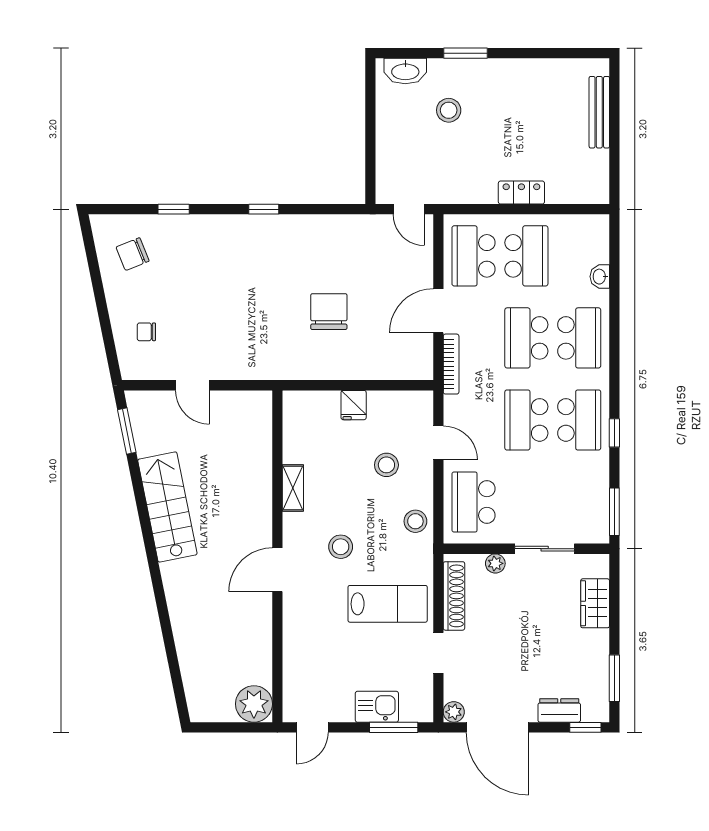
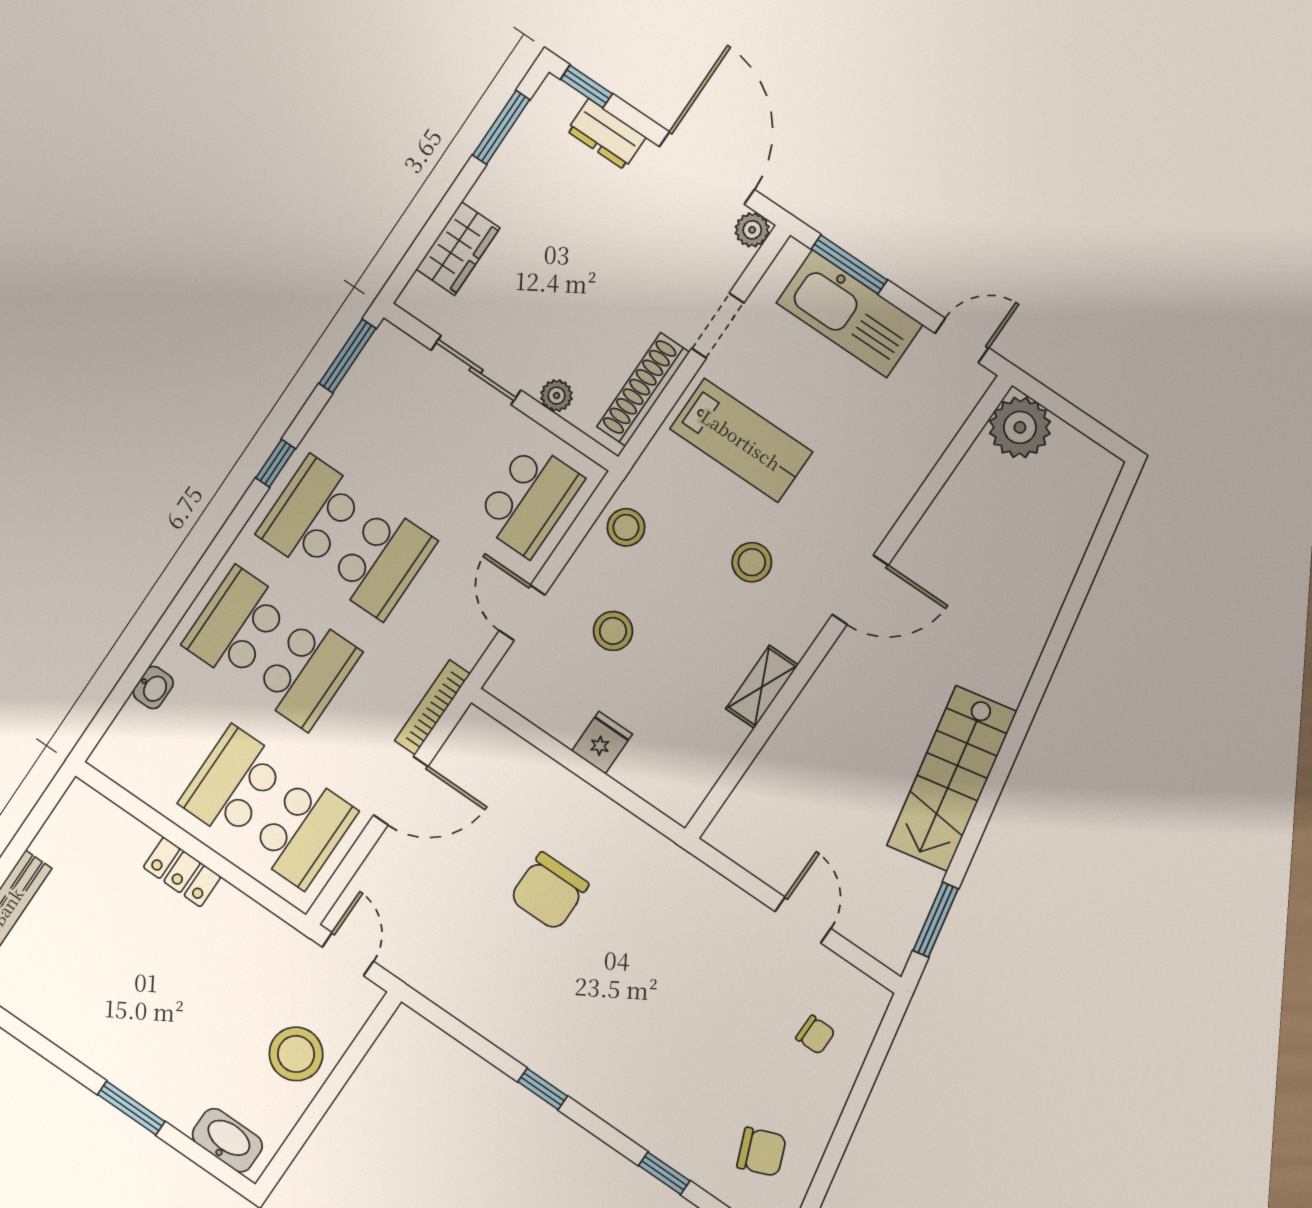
stool: (449, 110) -> (296, 1054), moved, width x1.38, depth x1.38
lab bench: (388, 604) -> (741, 440), turned 180
kitchen sink: (377, 707) -> (849, 314), width x1.88, depth x1.24

